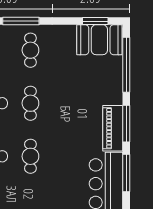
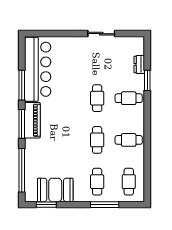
booth: (99, 40) -> (55, 190), moved

